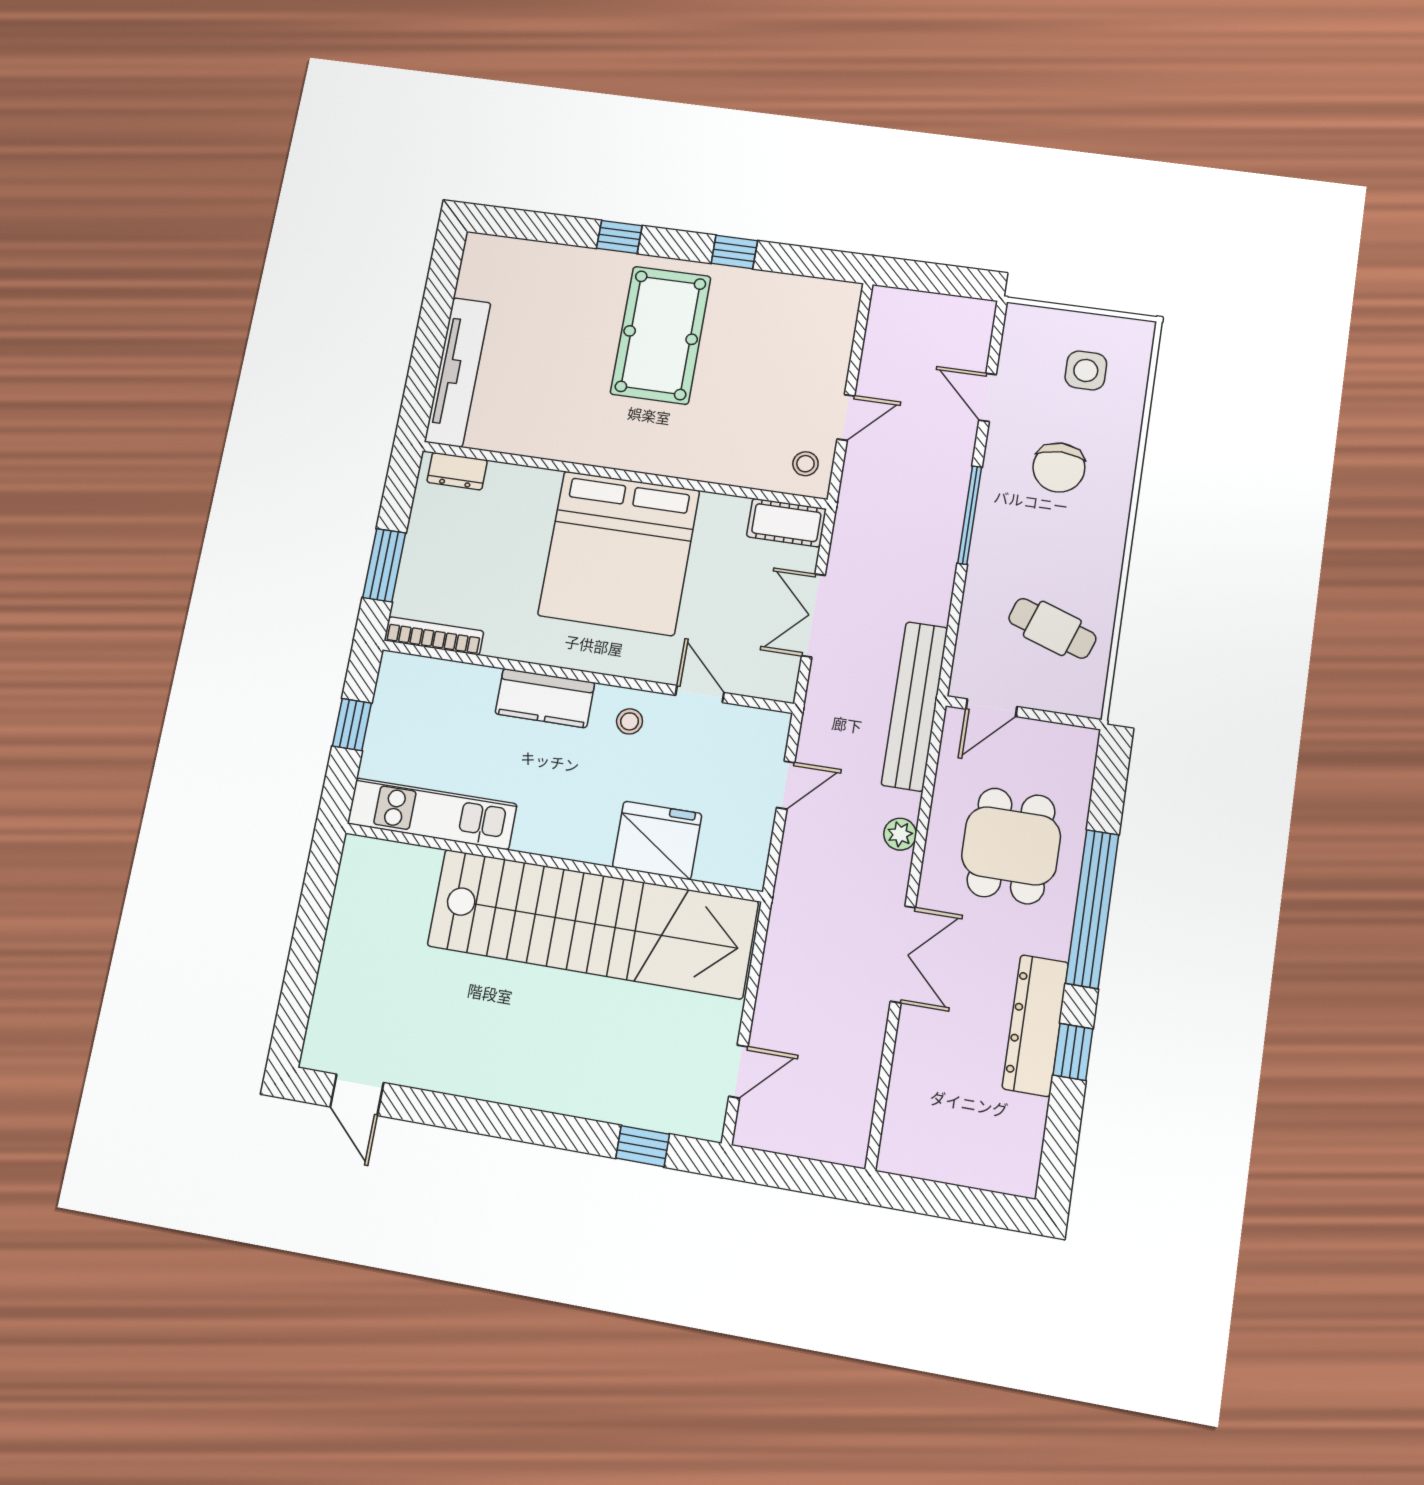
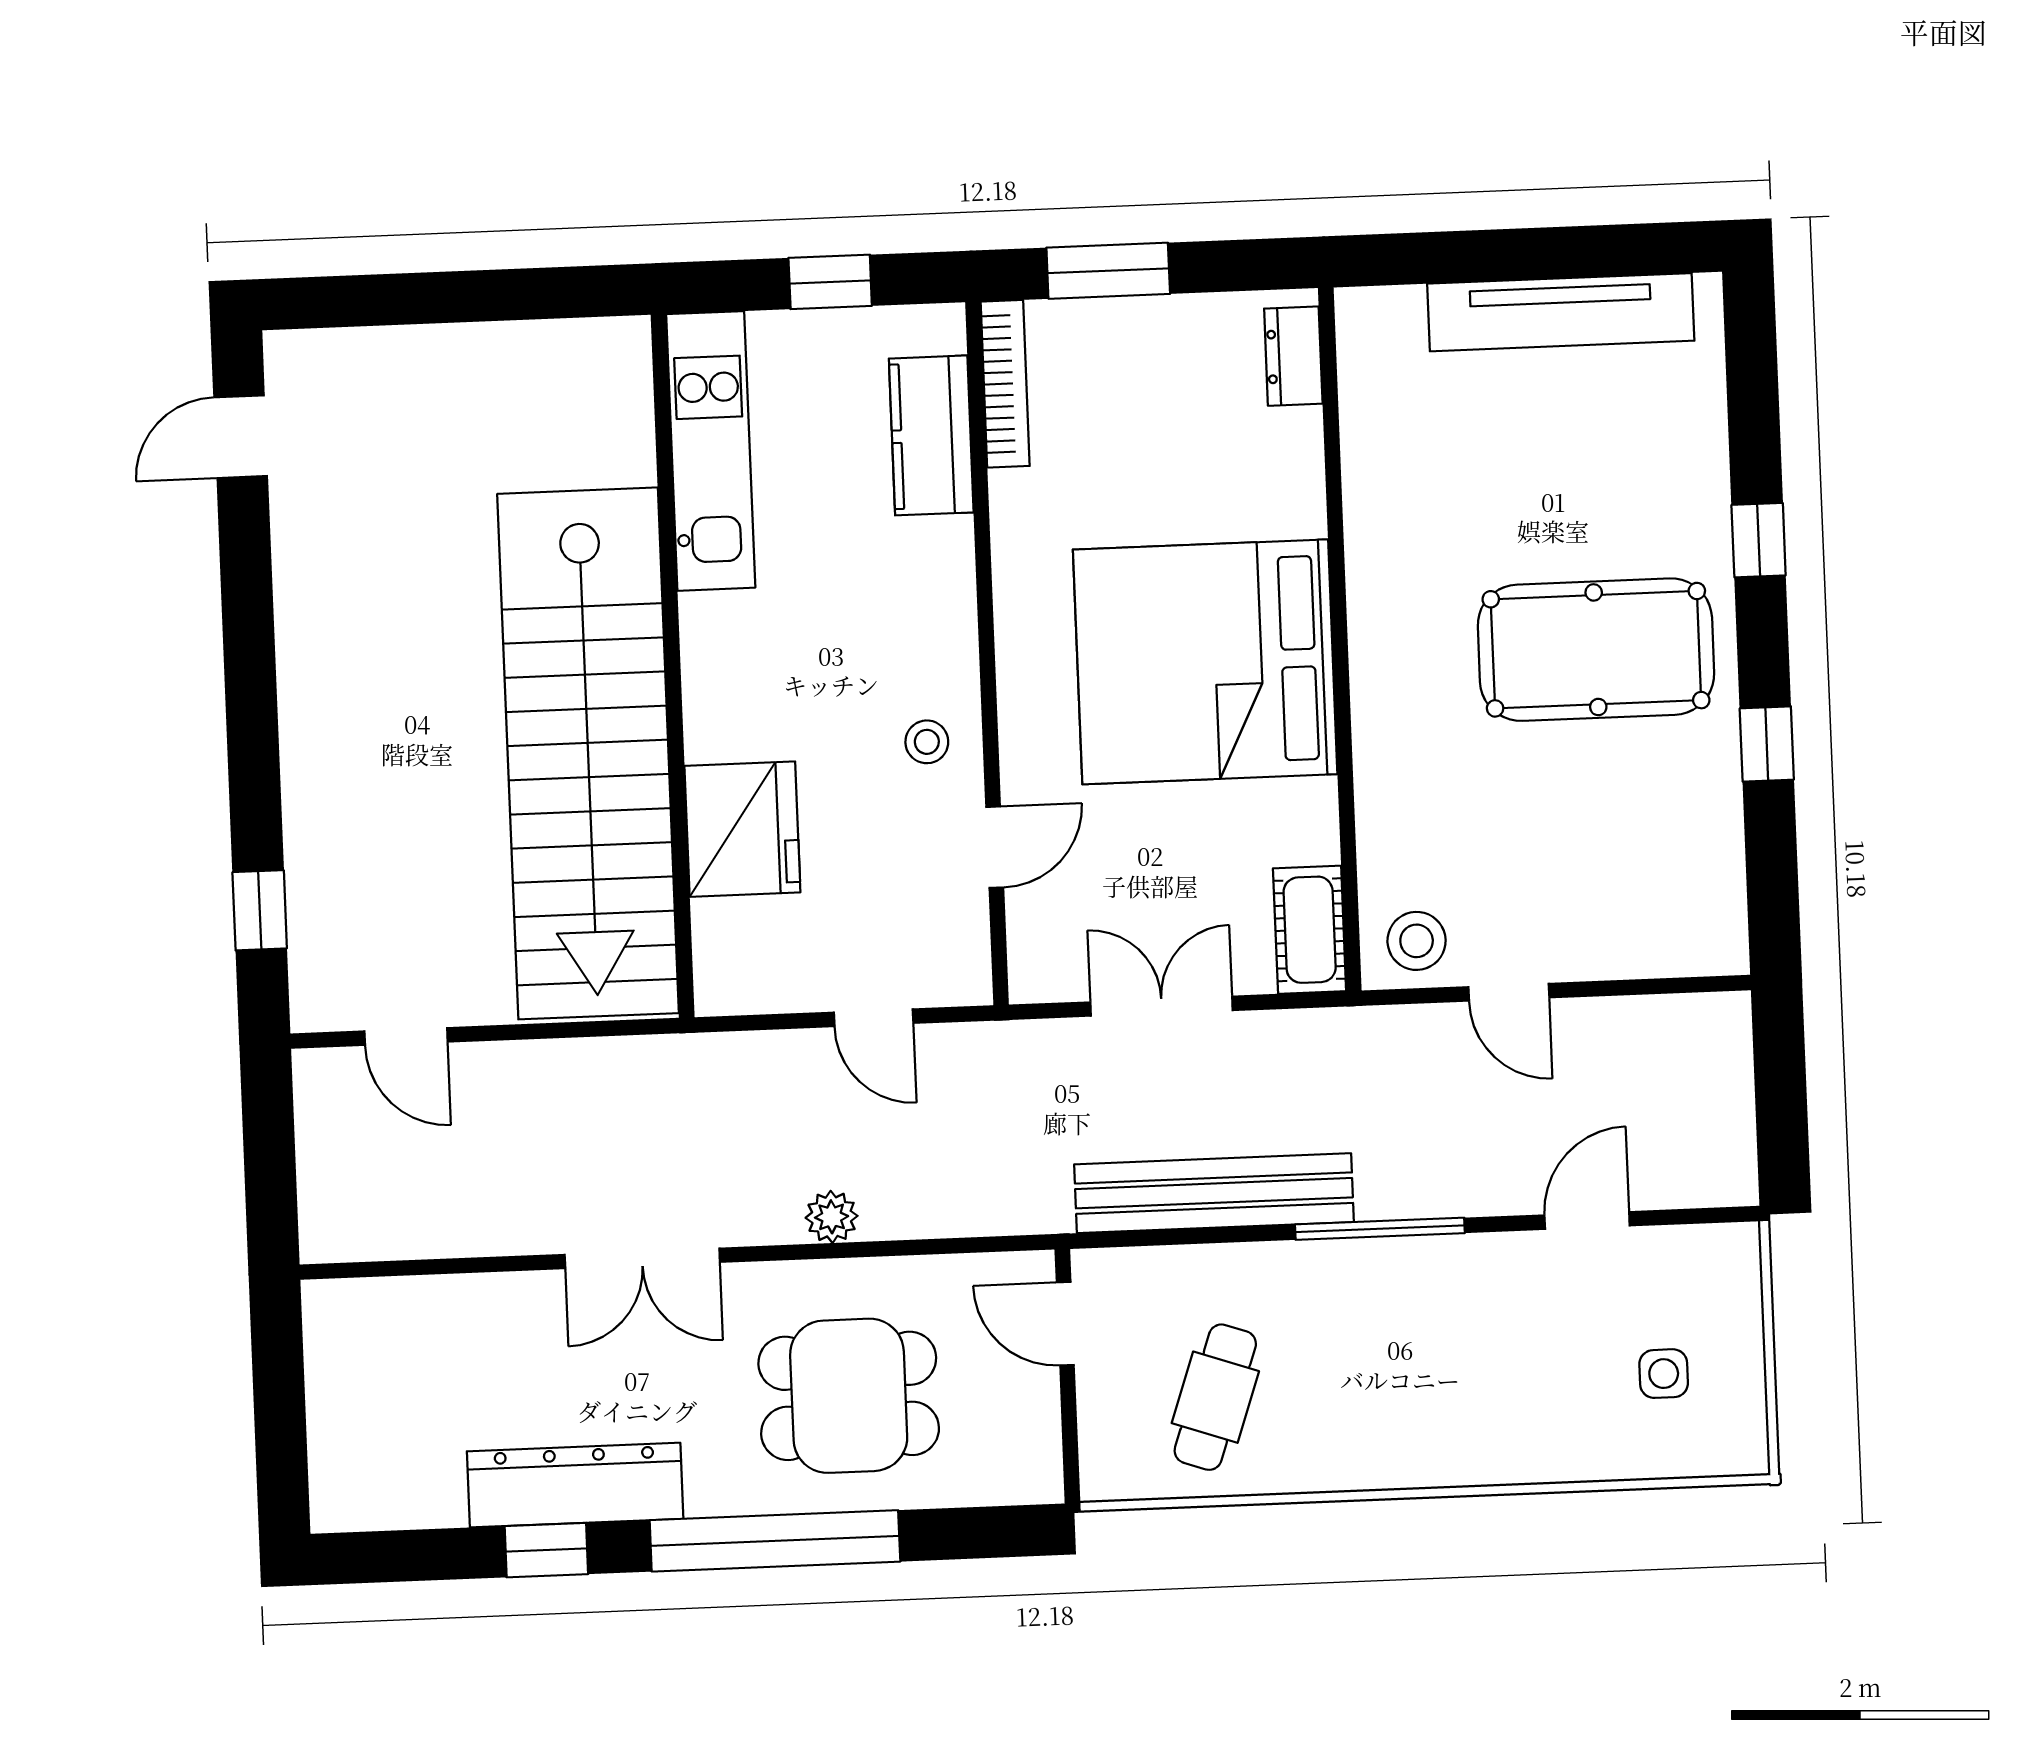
side table: (1086, 370) -> (1664, 1374), width x0.73, depth x0.73
tv unit: (458, 372) -> (1561, 312), moved
stool: (805, 464) -> (1417, 941), width x1.37, depth x1.37
chair: (1059, 467) -> (1488, 1359), removed
kitchen counter: (545, 698) -> (931, 435), moved
bench: (915, 706) -> (1214, 1193), moved

